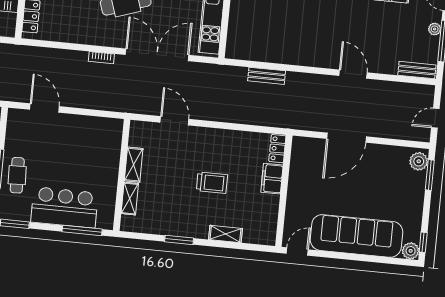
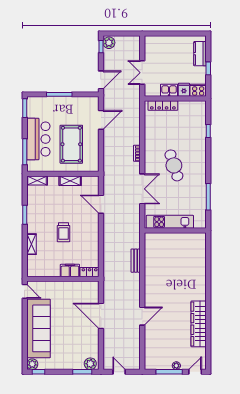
double door: (157, 55) -> (142, 189), width x0.73
bench: (417, 70) -> (149, 357), removed
door: (174, 121) -> (101, 204), swing flipped
pool table: (77, 157) -> (71, 144), added
cafe table: (17, 175) -> (56, 107), removed
shelving: (130, 199) -> (37, 180), moved

